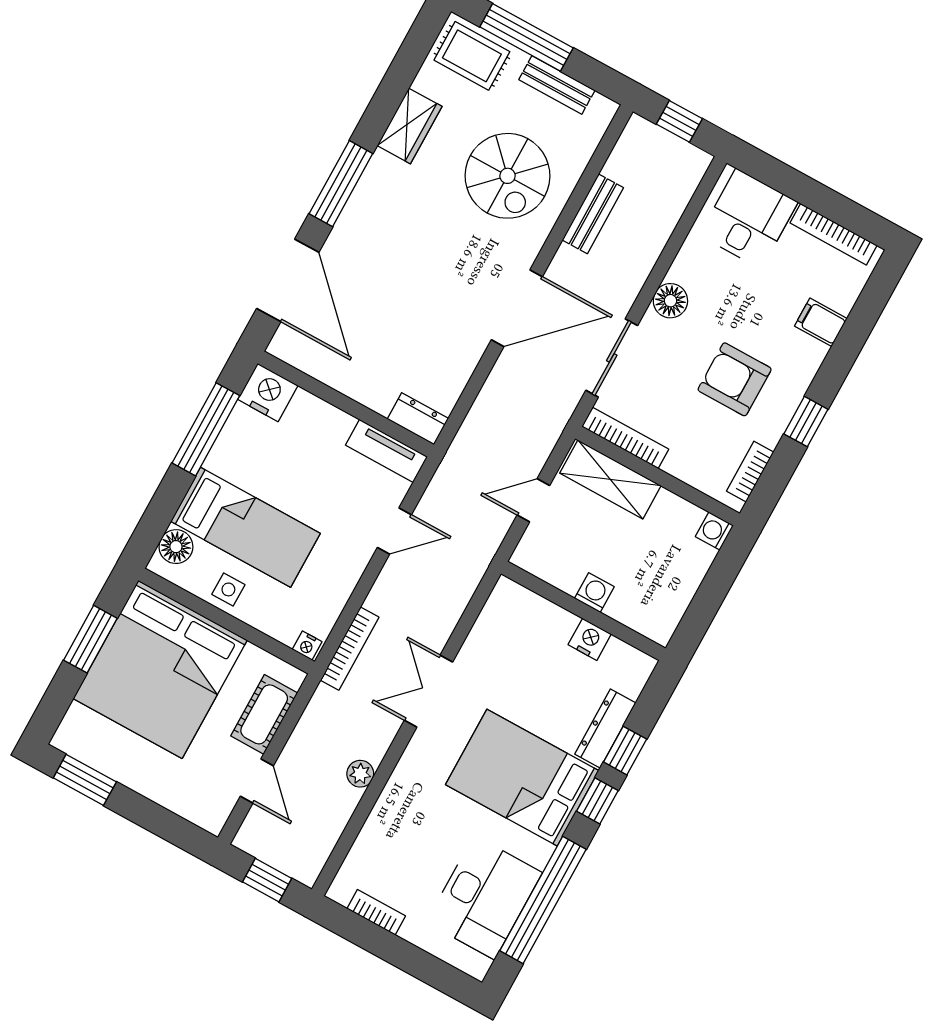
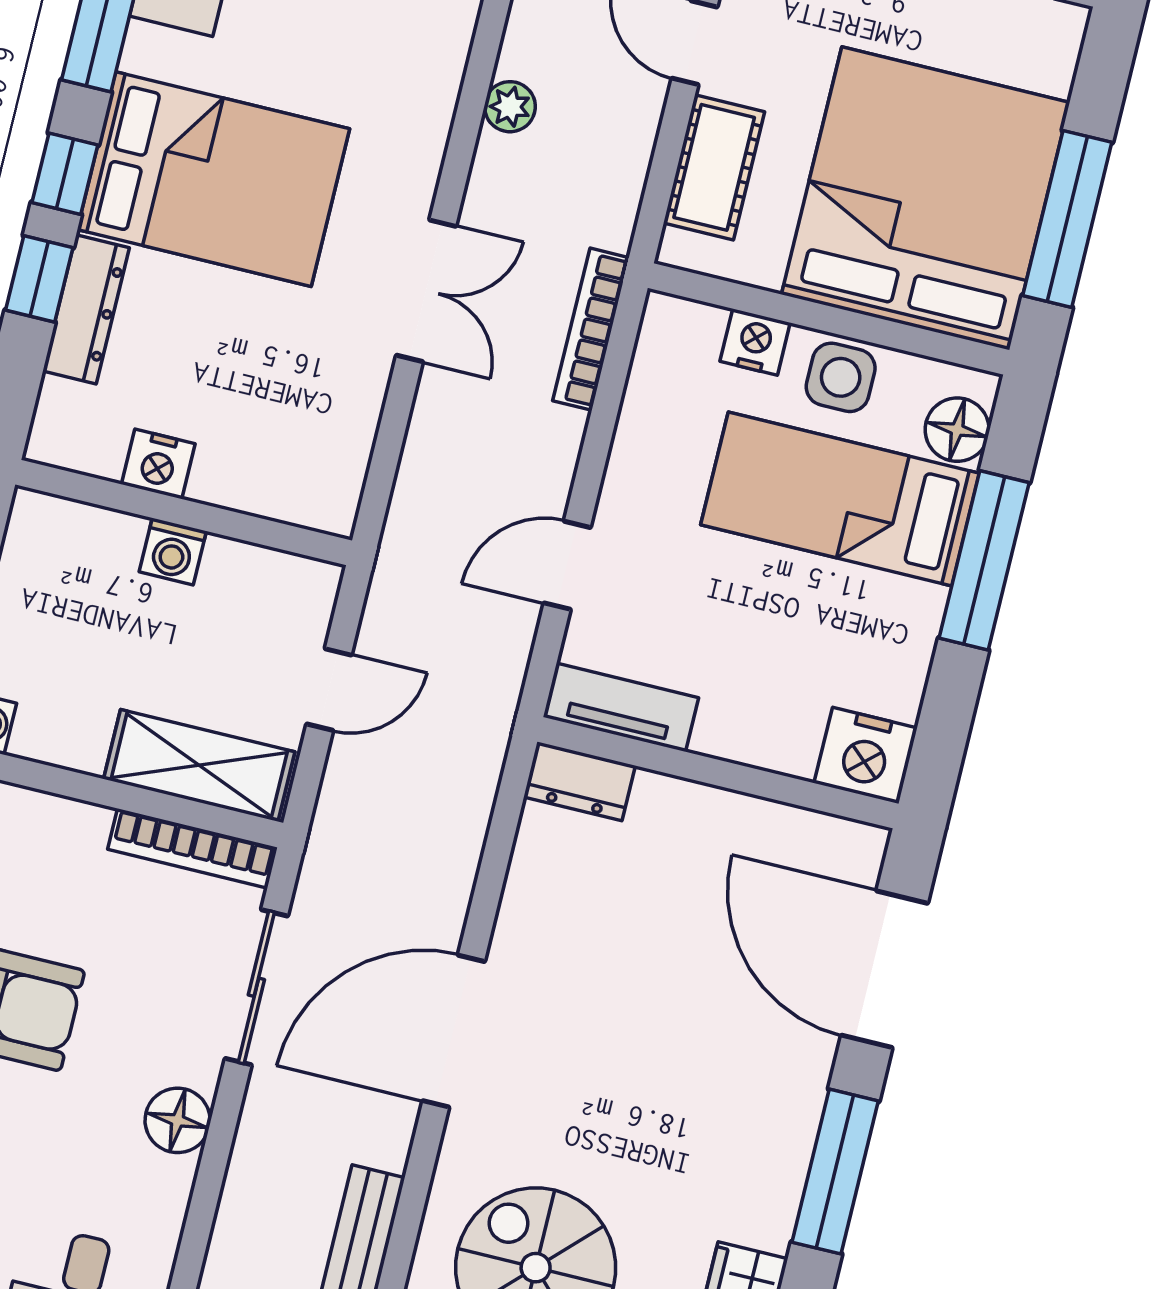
window: (206, 429) -> (984, 560), moved
side table: (228, 589) -> (841, 377), width x1.37, depth x1.37
window: (90, 639) -> (1067, 219), width x1.44
nightstand: (307, 646) -> (755, 342), moved, width x1.39, depth x1.35

